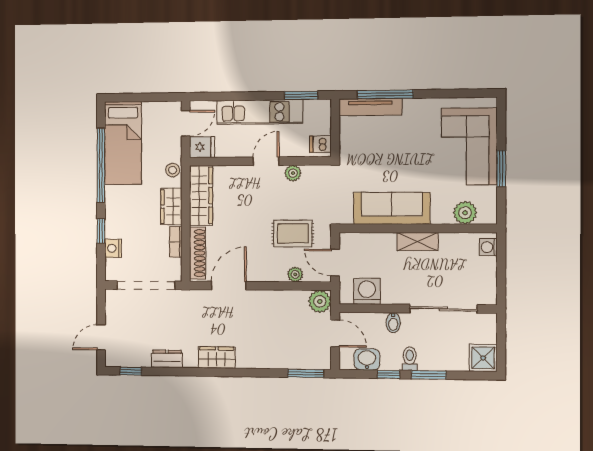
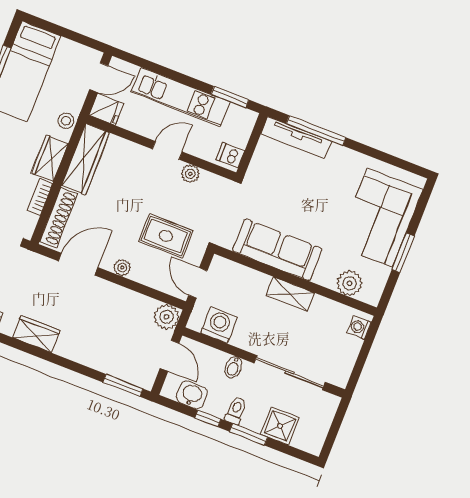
plant: (295, 274) -> (122, 268), moved
shower: (483, 358) -> (280, 426), moved

